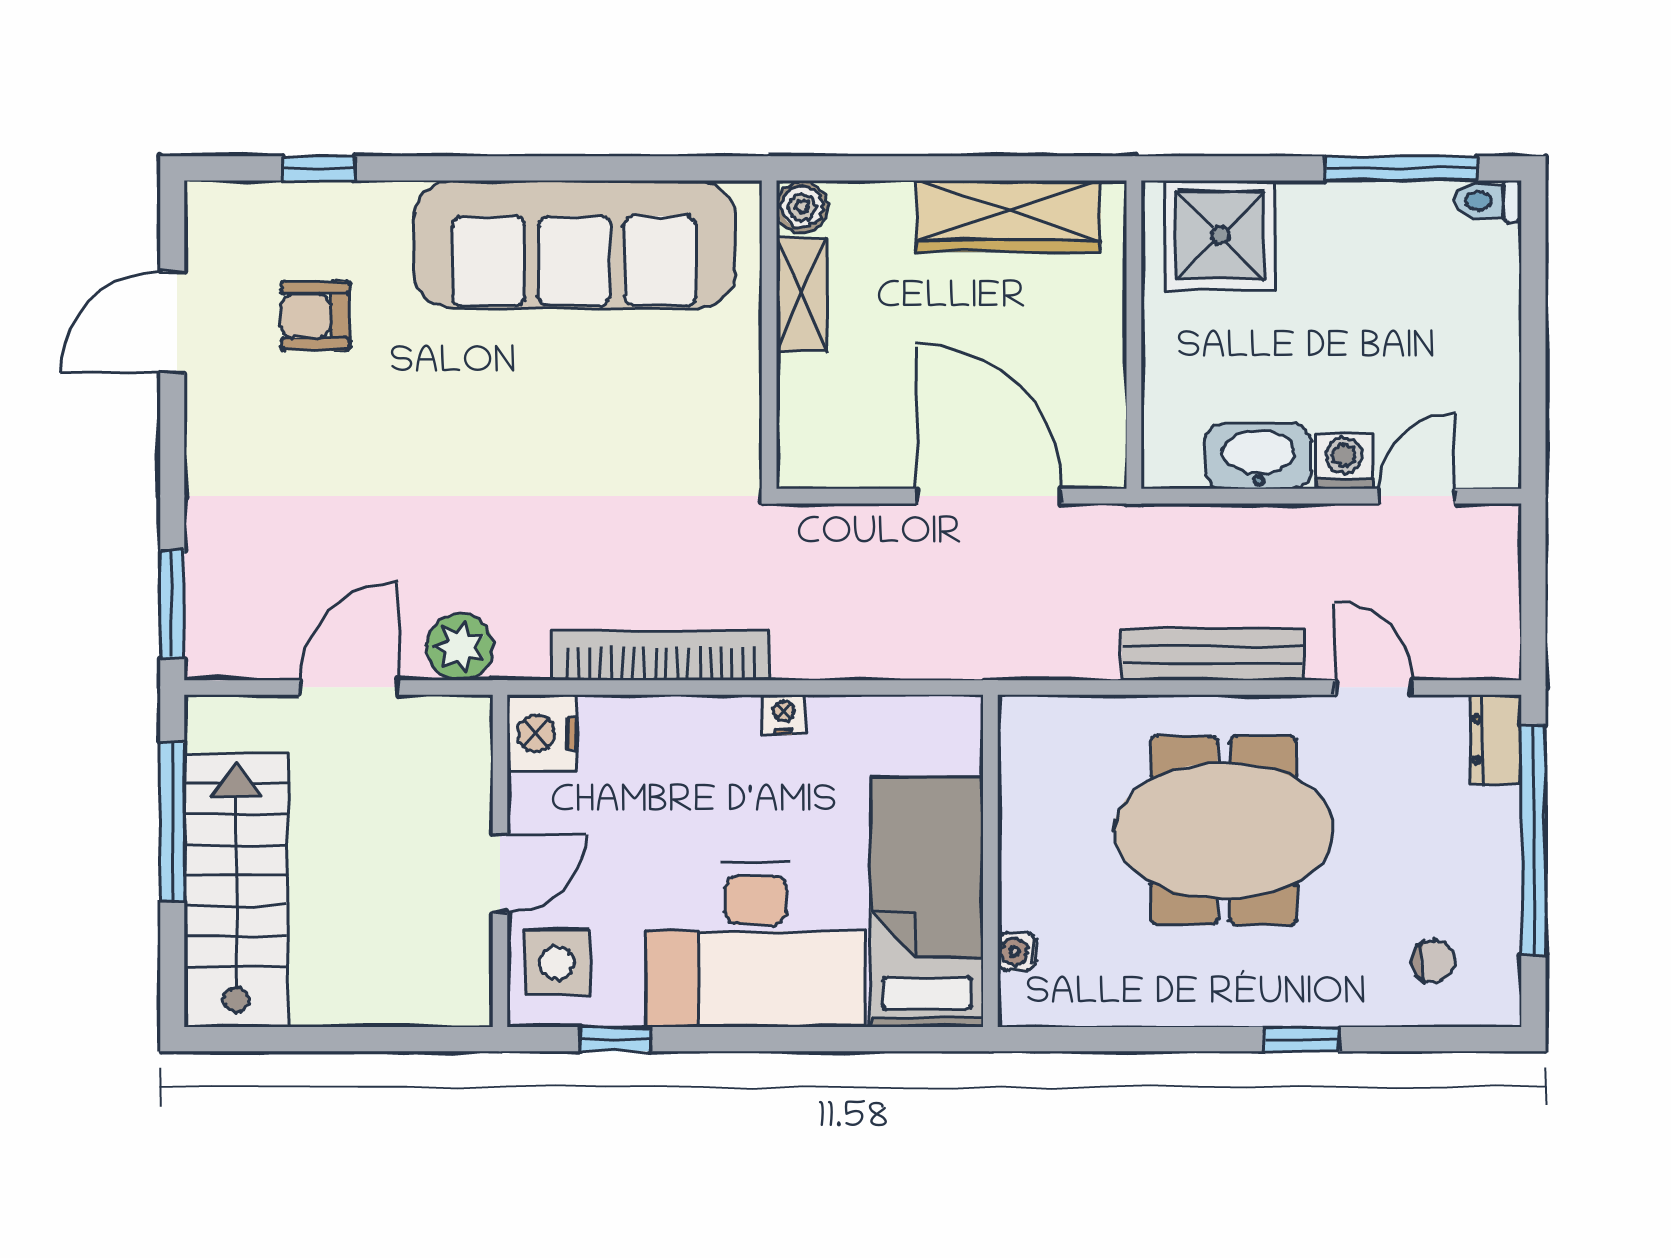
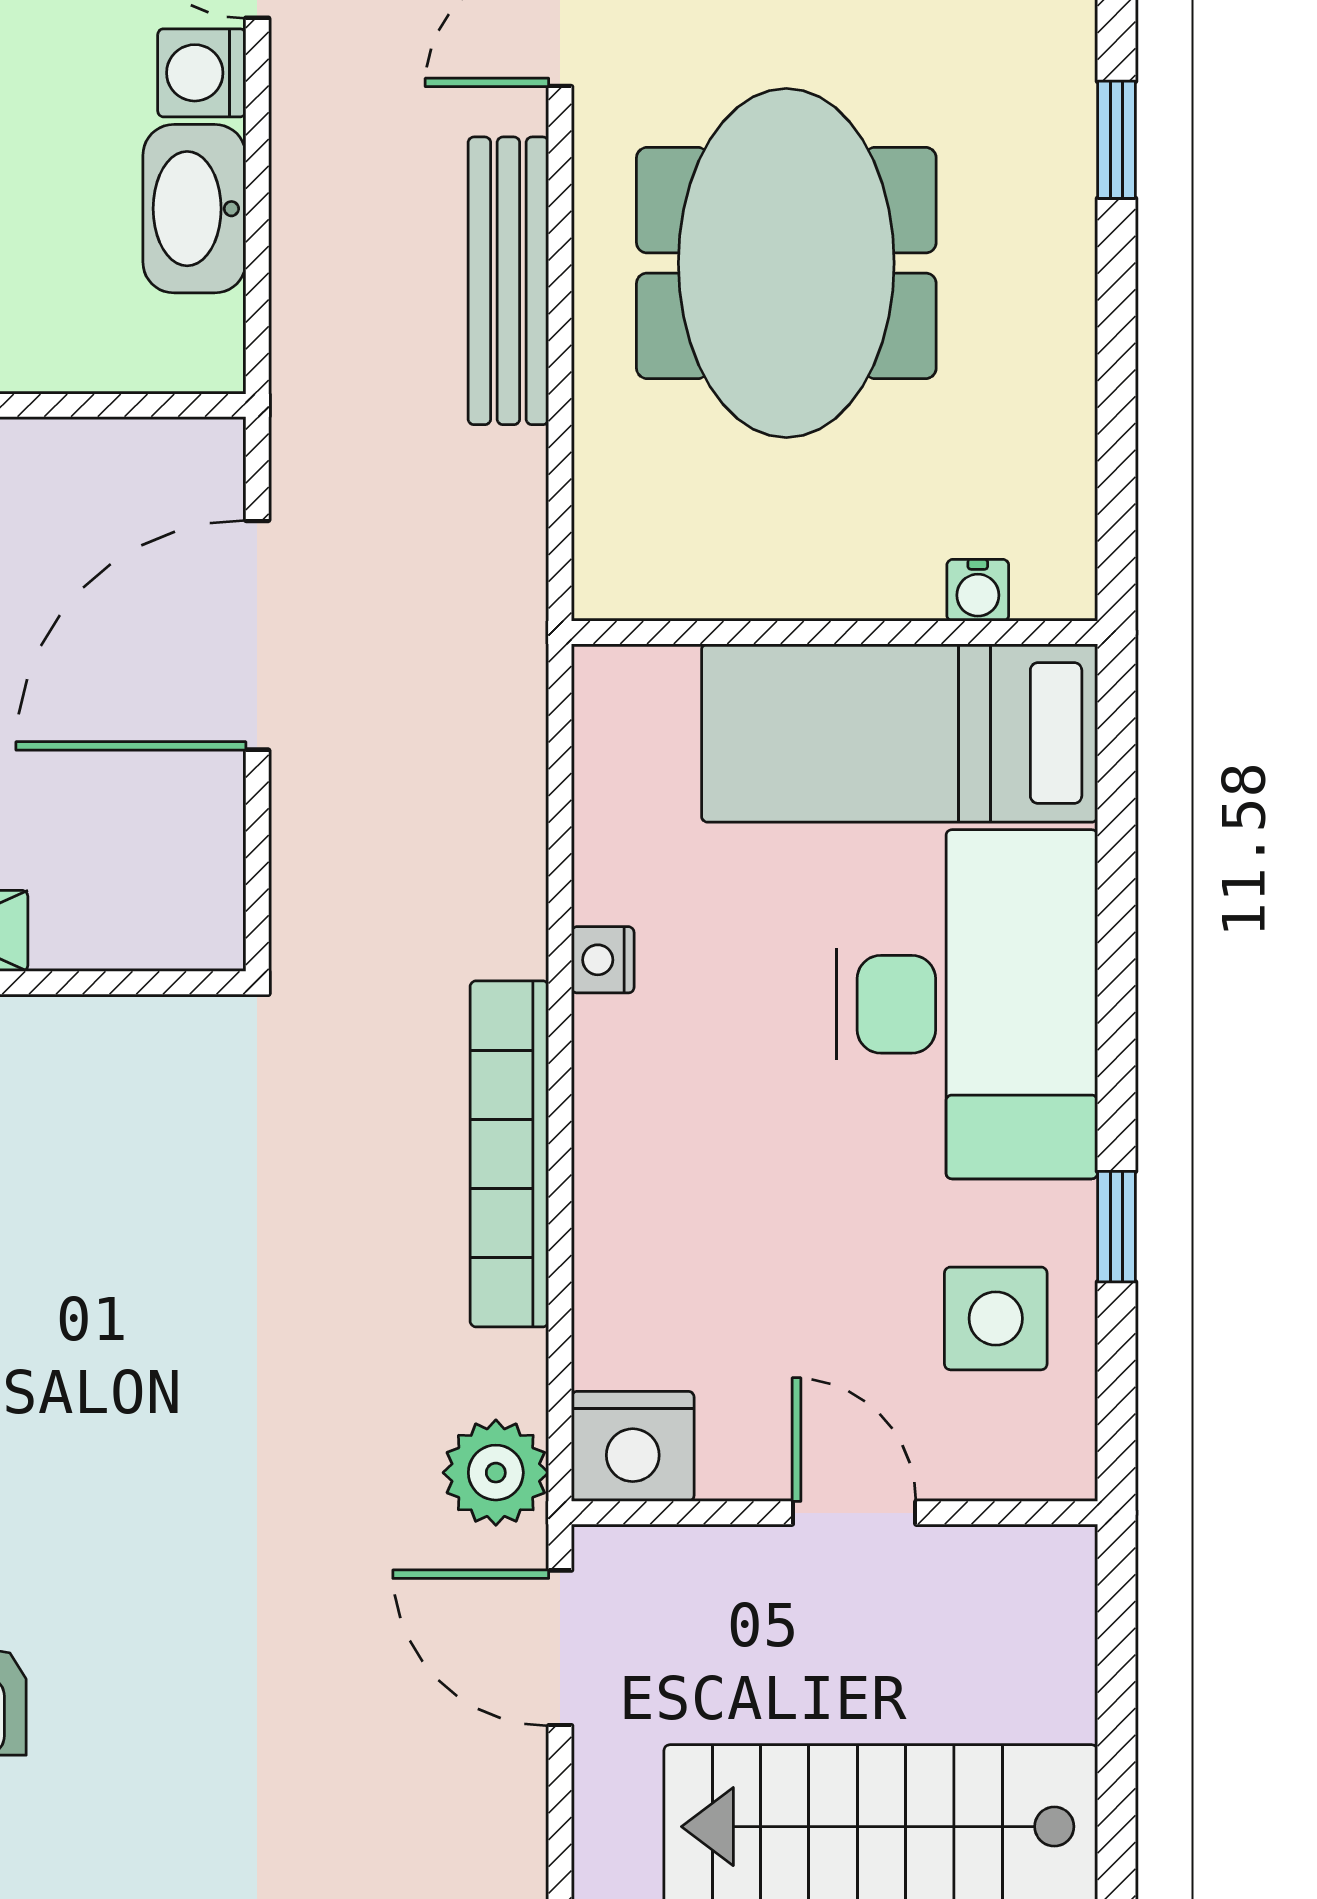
nightstand: (542, 733) -> (633, 1446), moved
wall: (500, 861) -> (835, 1513), moved
door: (500, 873) -> (854, 1513), moved

